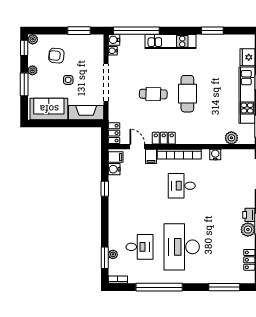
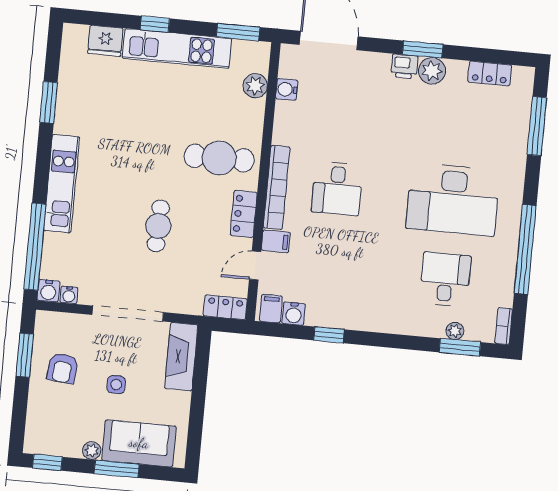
plant: (33, 39) -> (33, 445), removed
armchair: (56, 56) -> (62, 368), moved
cafe table: (187, 94) -> (219, 158), moved
sofa: (49, 109) -> (139, 443), moved, turned 90
water cooler: (215, 154) -> (287, 89), moved

